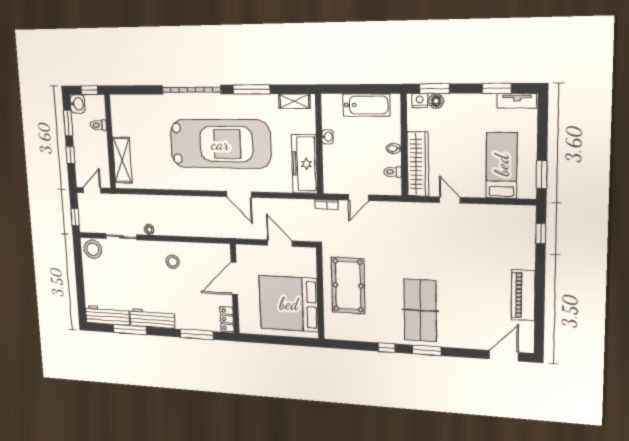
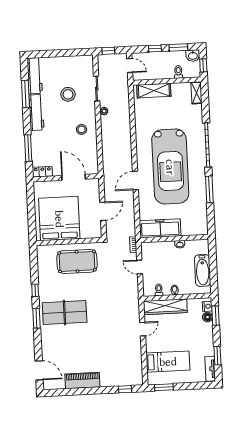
shelving: (294, 101) -> (196, 93), moved
stool: (93, 249) -> (68, 94), moved

